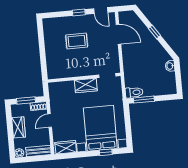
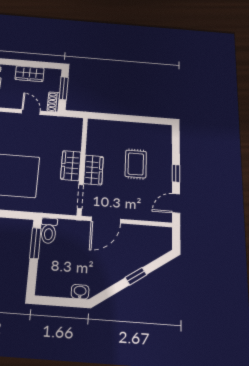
door: (118, 34) -> (106, 220), moved
wardrobe: (86, 70) -> (93, 170), added

